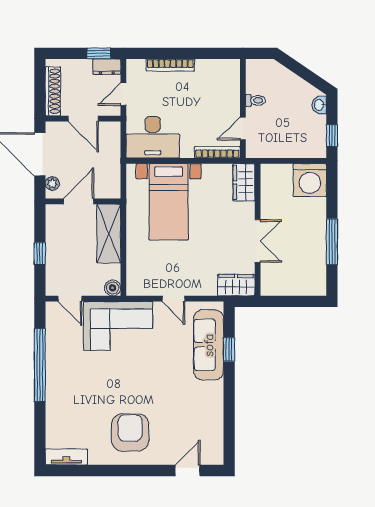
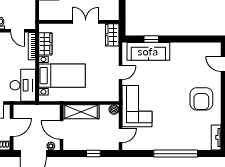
wardrobe: (244, 182) -> (45, 44), moved, turned -90
window: (40, 365) -> (176, 154), moved
armchair: (130, 432) -> (201, 99), turned -90

